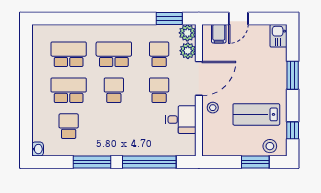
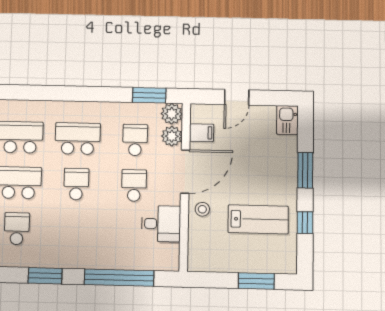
filing cabinet: (219, 34) -> (202, 133), moved, turned -90
lab bench: (256, 114) -> (258, 219), turned 180
window: (293, 130) -> (305, 223), moved
stool: (270, 146) -> (275, 261), removed
window: (92, 162) -> (45, 276), width x0.69

